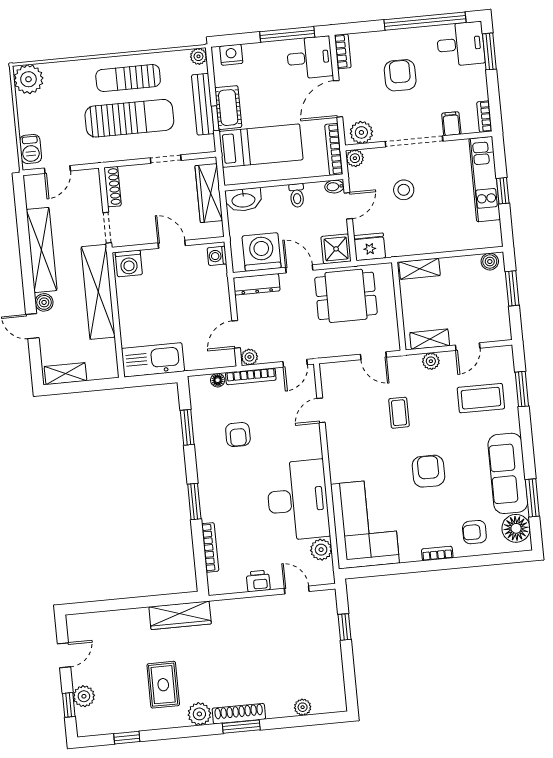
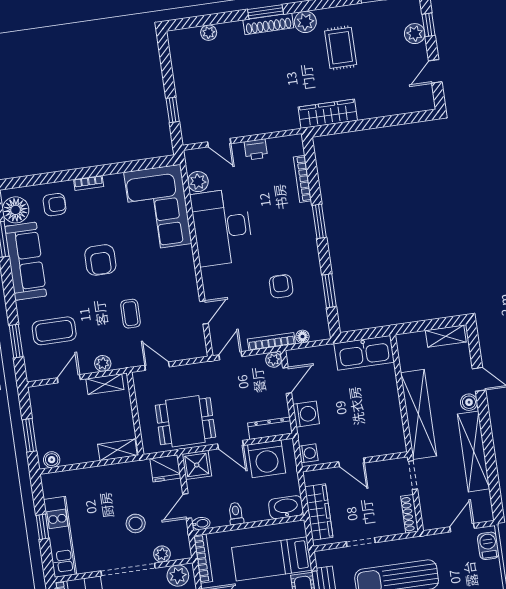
plant: (355, 158) -> (162, 554), moved
washing machine: (129, 263) -> (306, 414), moved, turned 90

